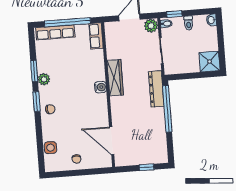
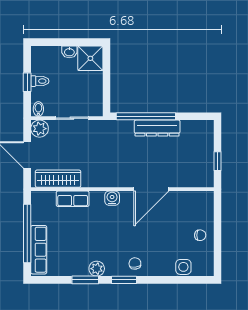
window: (174, 14) -> (27, 82), moved
washbasin: (211, 20) -> (69, 52), moved
row of seats: (96, 36) -> (73, 199), moved
wardrobe: (115, 78) -> (58, 179), moved
dresser: (156, 89) -> (157, 128), moved
door: (112, 141) -> (151, 189), moved
window: (147, 167) -> (218, 161), moved

